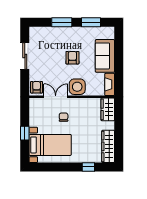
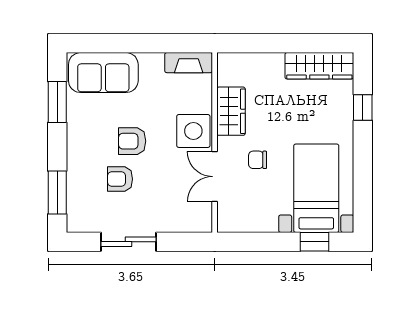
window: (62, 22) -> (57, 192), moved
sofa: (105, 56) -> (103, 73), moved
armchair: (37, 87) -> (120, 179), moved
wardrobe: (108, 109) -> (231, 111), moved, turned -90
window: (25, 133) -> (315, 242), moved

